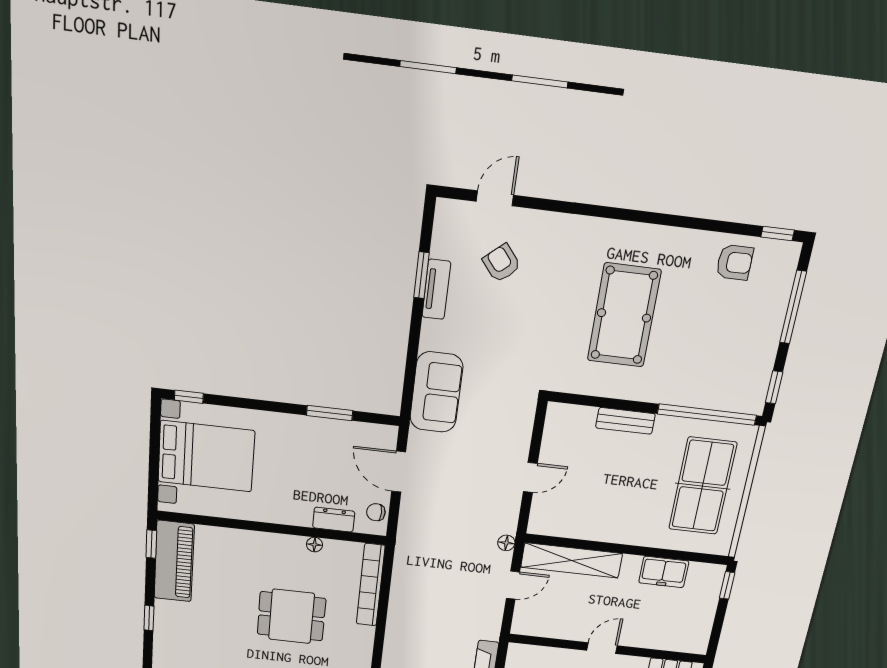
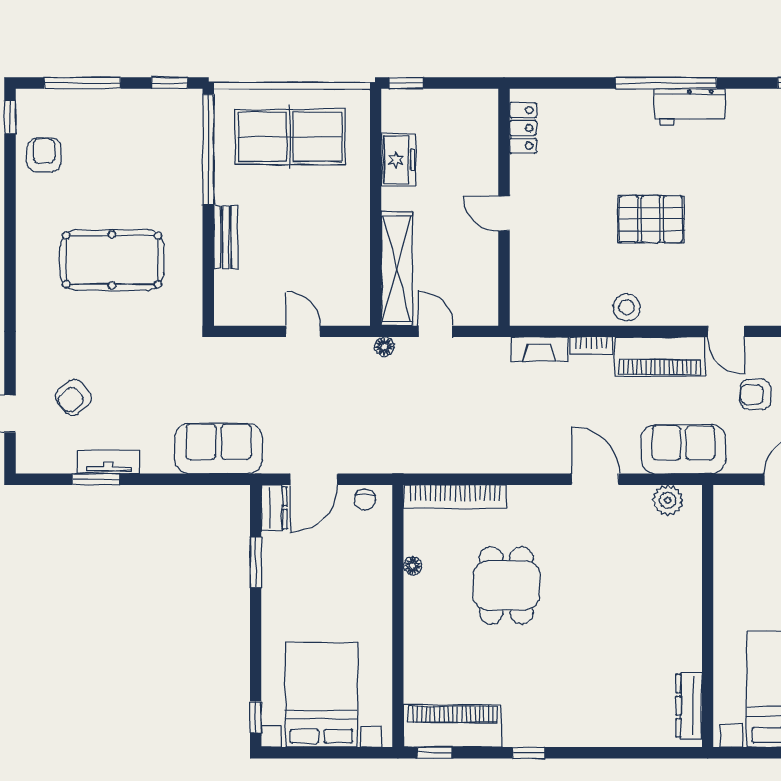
dresser: (334, 520) -> (274, 508), moved, turned 180

